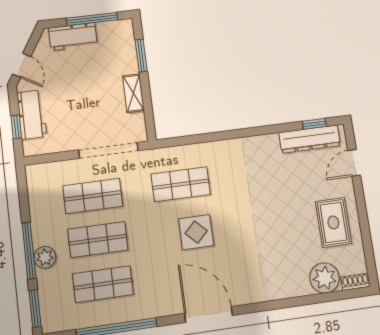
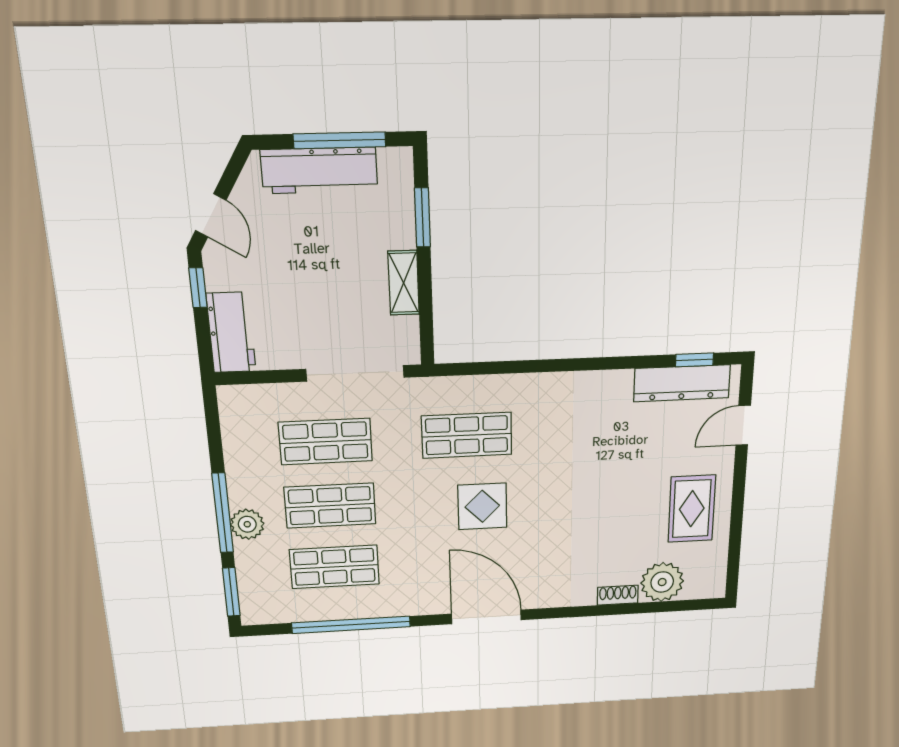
workbench: (73, 37) -> (319, 170), width x1.38
workbench: (32, 115) -> (231, 333), moved
window: (16, 127) -> (198, 288), moved
shoe rack: (355, 282) -> (618, 595), moved

